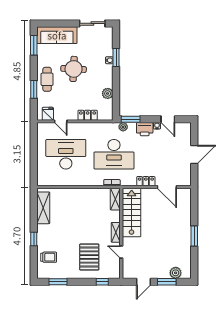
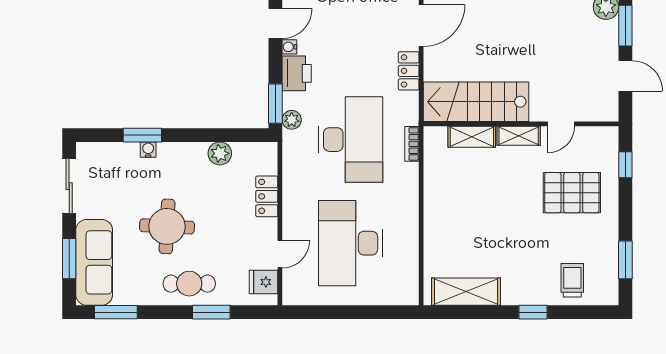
window: (59, 23) -> (69, 259), added
shelving: (115, 199) -> (472, 137), moved

